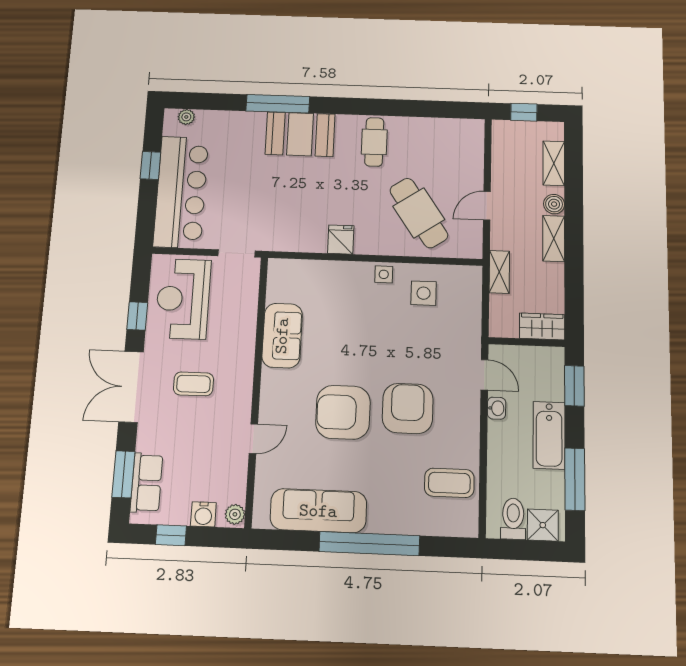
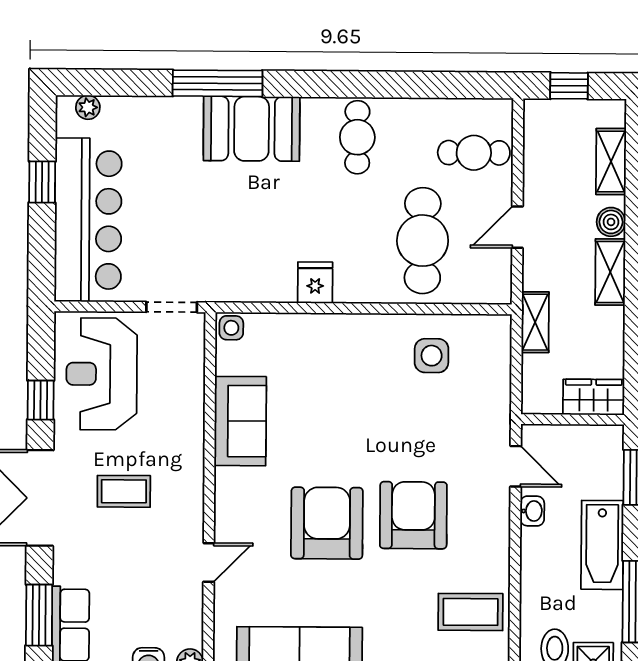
cafe table: (456, 155) -> (474, 153), added
cafe table: (419, 213) -> (423, 241), turned 34
side table: (384, 274) -> (231, 328), moved
armchair: (343, 412) -> (327, 523), turned 90

